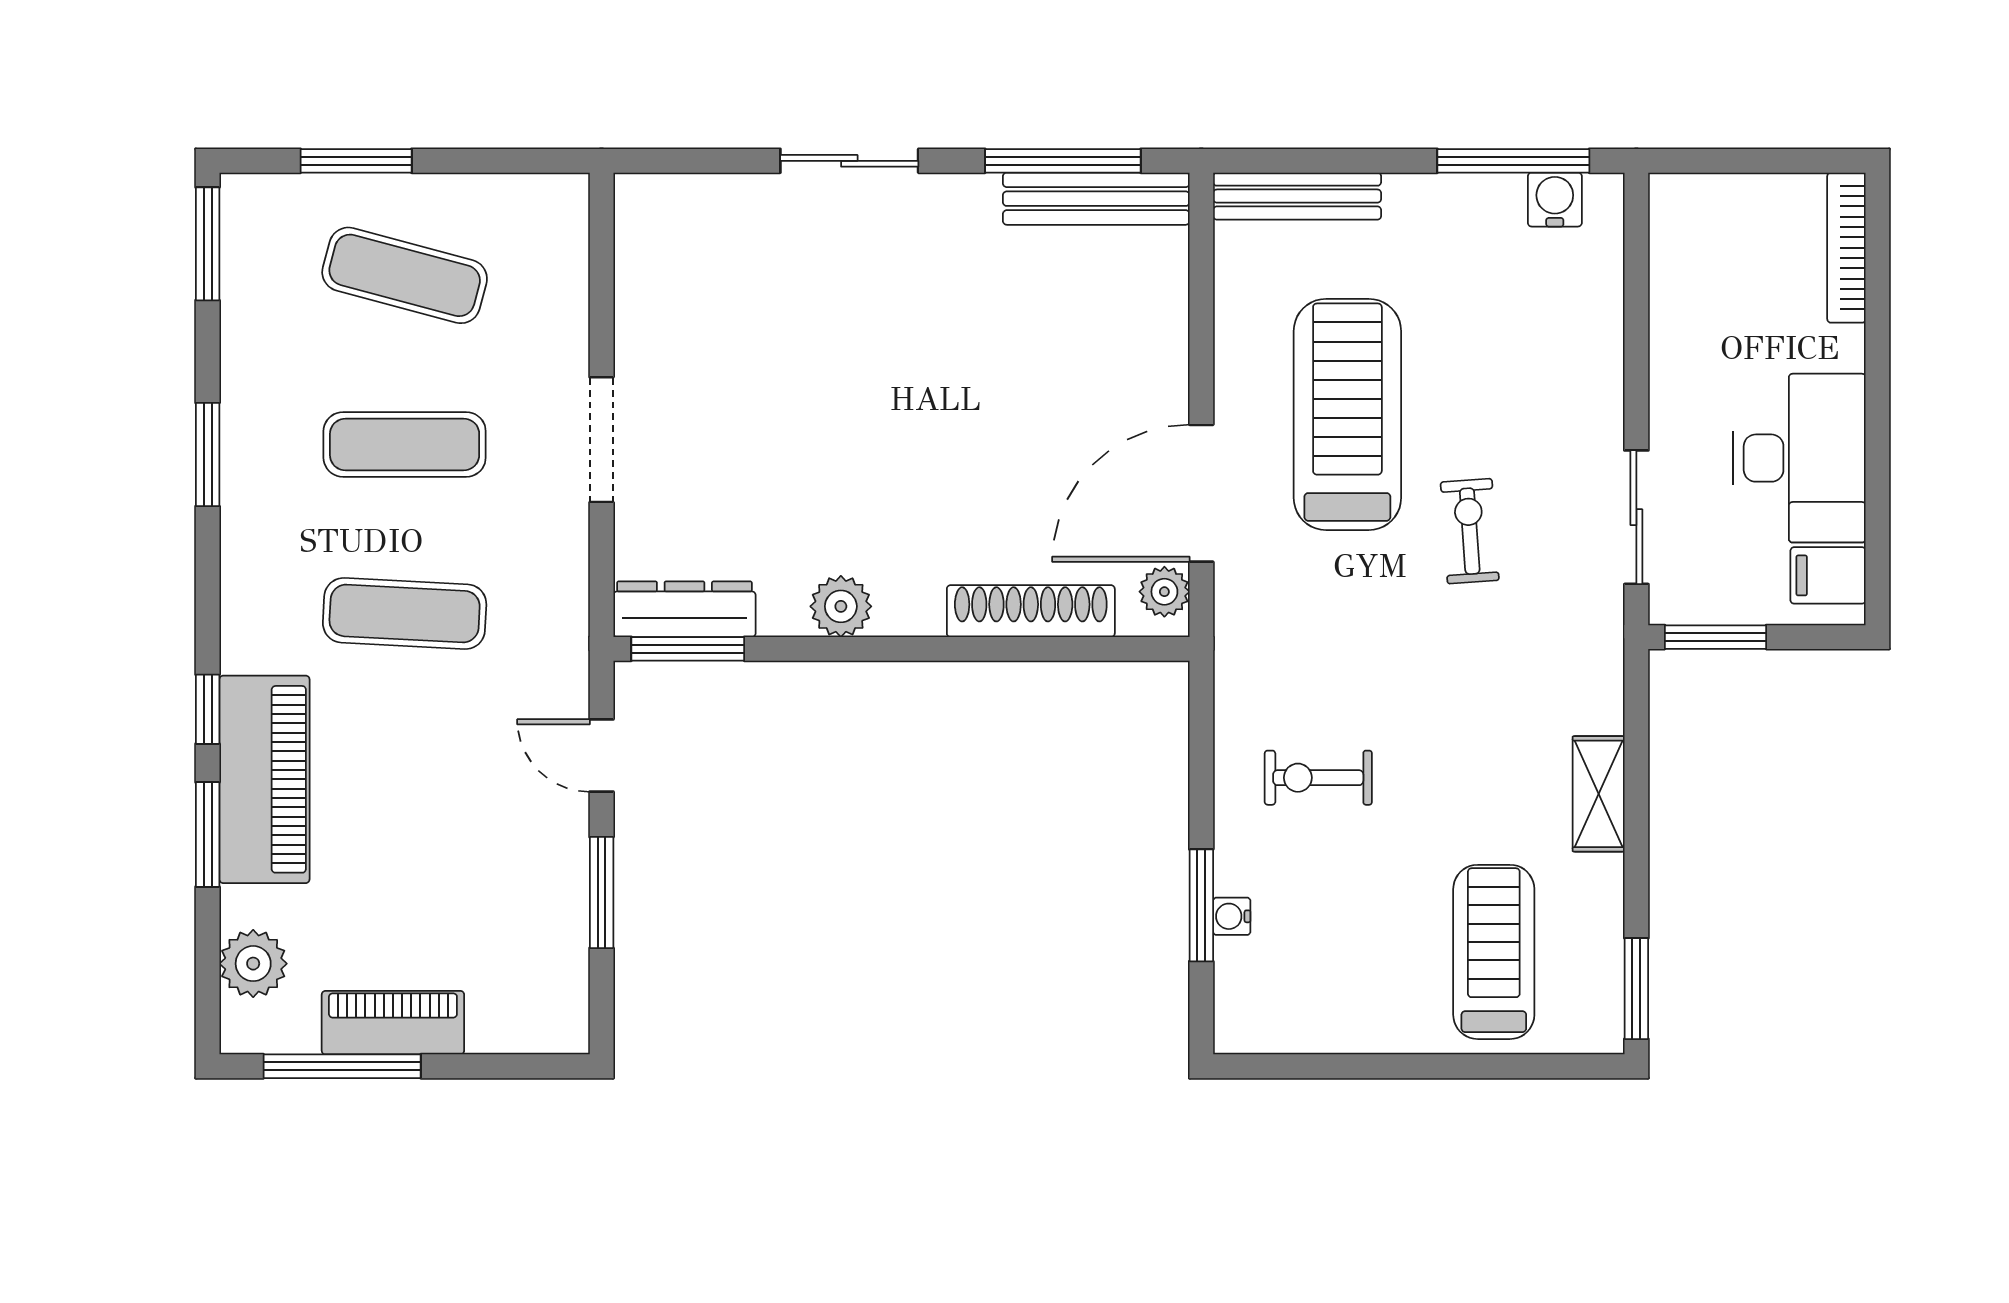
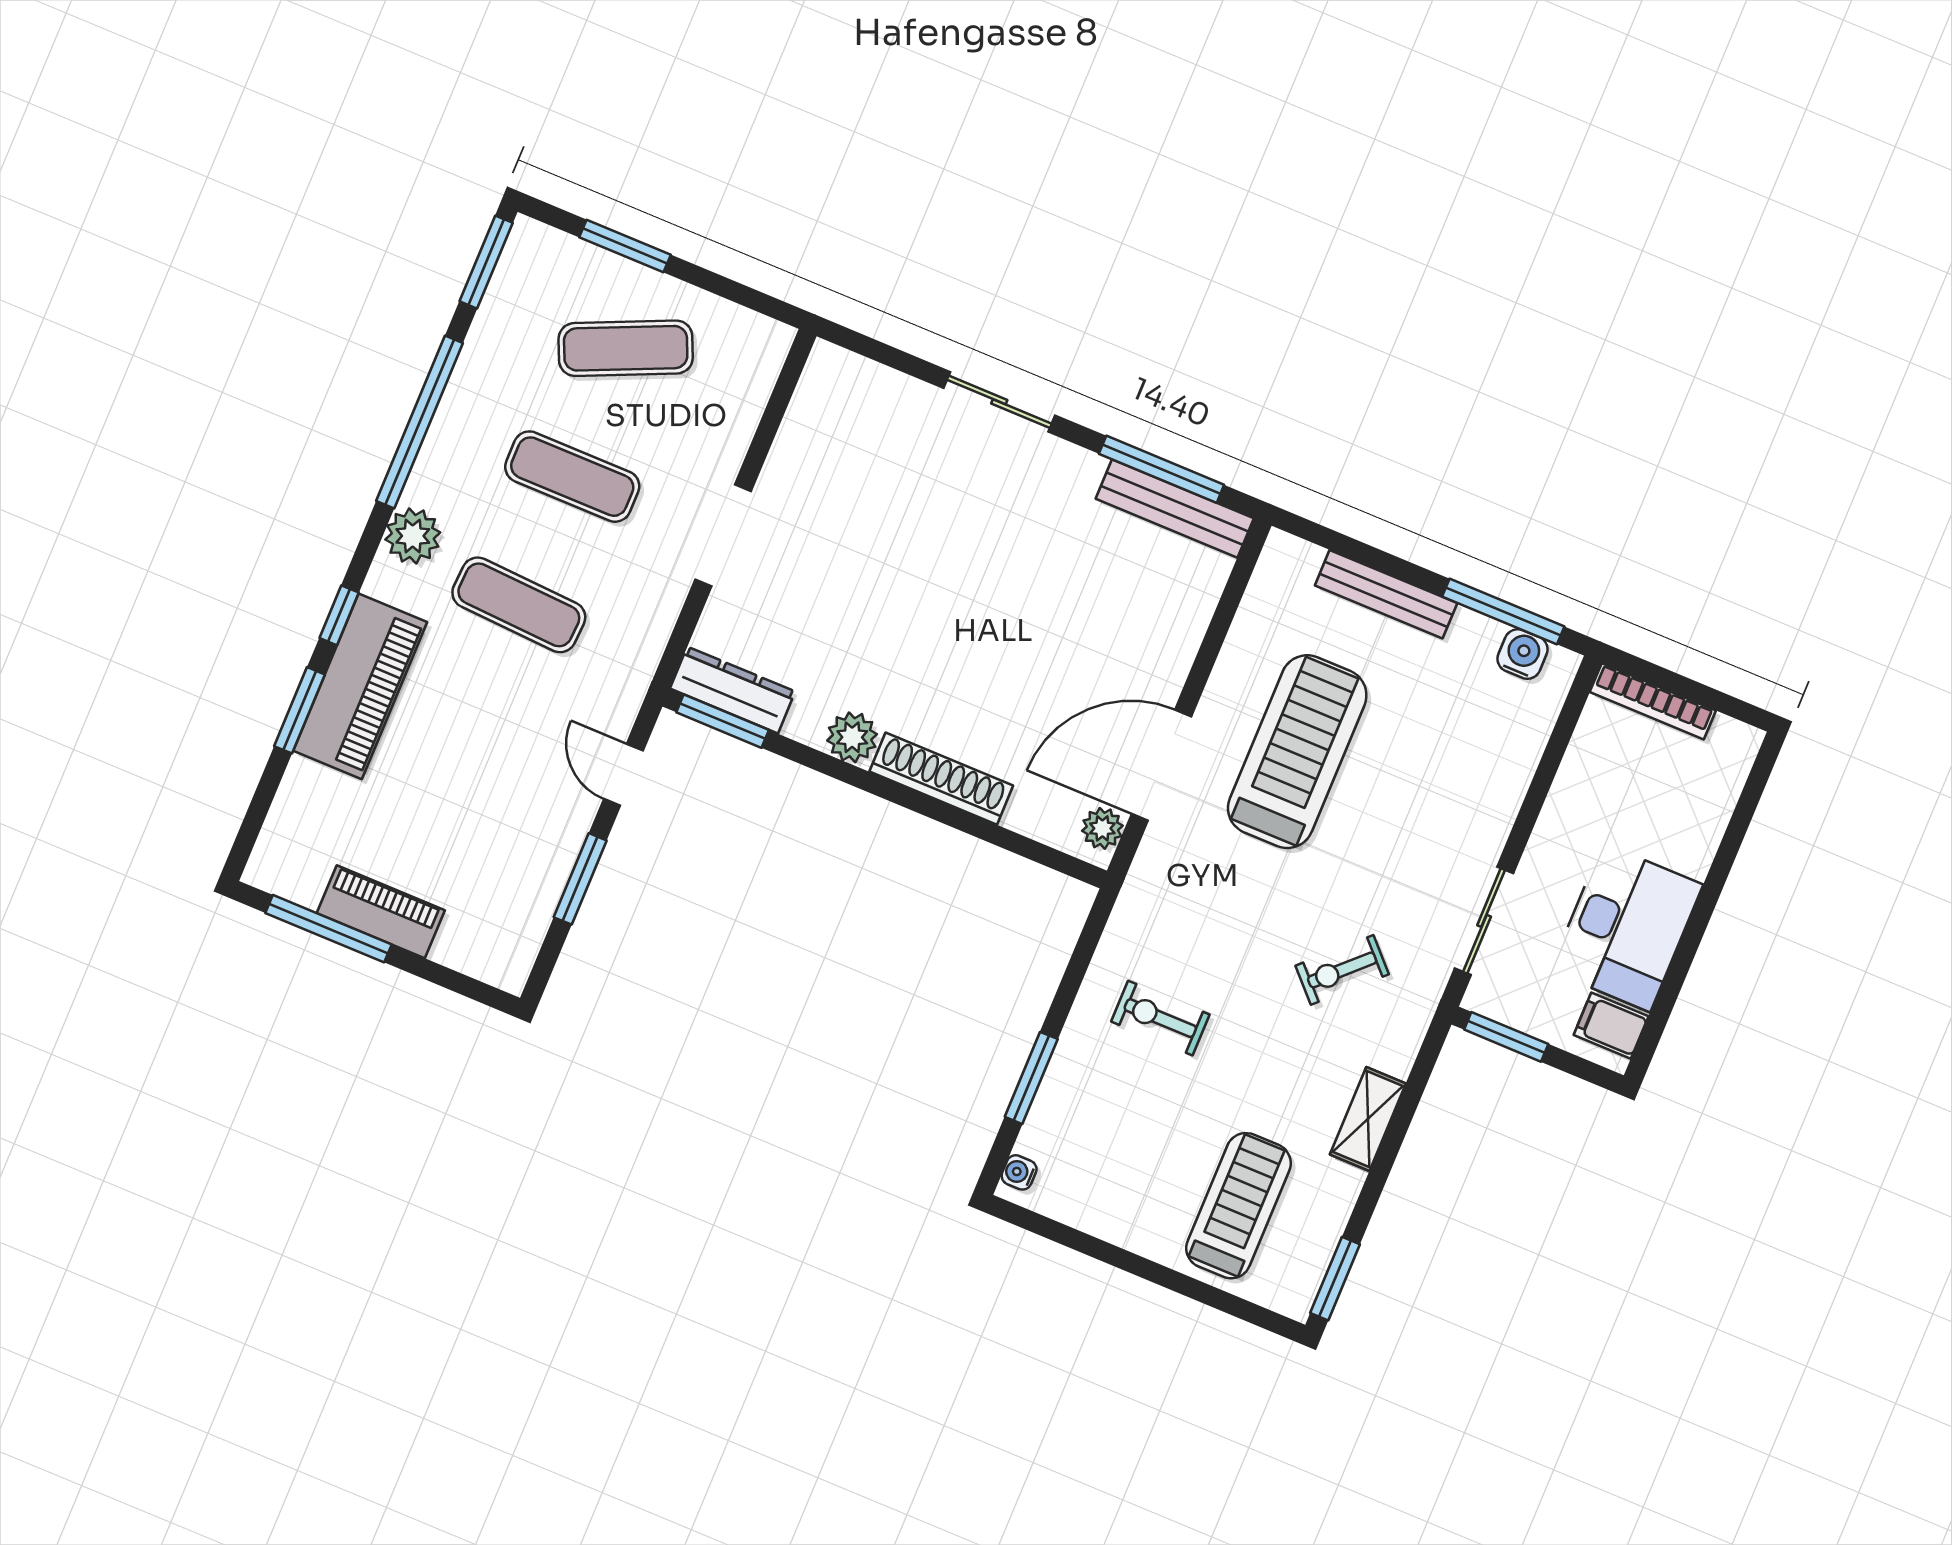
bench: (1297, 196) -> (1386, 594), moved
bookcase: (1846, 248) -> (1653, 701), moved, turned -90
exercise mat: (405, 275) -> (626, 348), turned -39
window: (208, 455) -> (420, 422), width x2.11
exercise bike: (1470, 531) -> (1342, 970), moved, turned -130
shoe rack: (1031, 611) -> (941, 779), moved
water cooler: (1232, 916) -> (1019, 1172), moved
plant: (253, 964) -> (413, 536), moved

